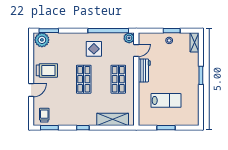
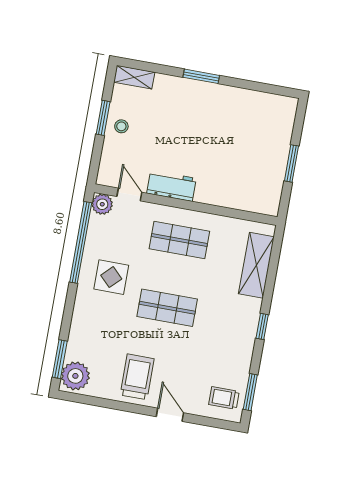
lab bench: (166, 100) -> (238, 154), removed

